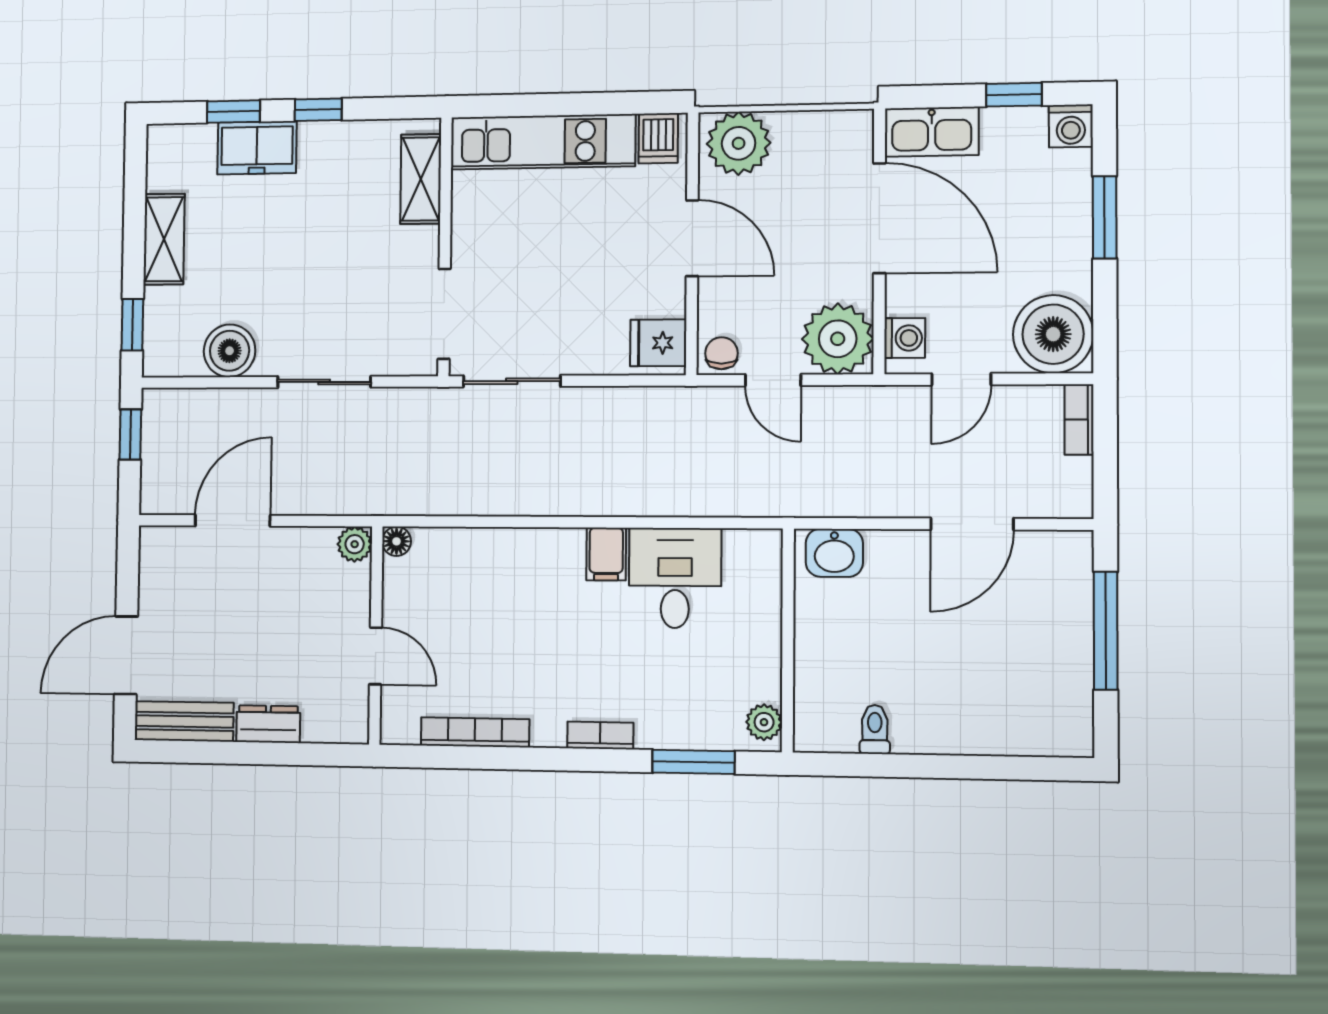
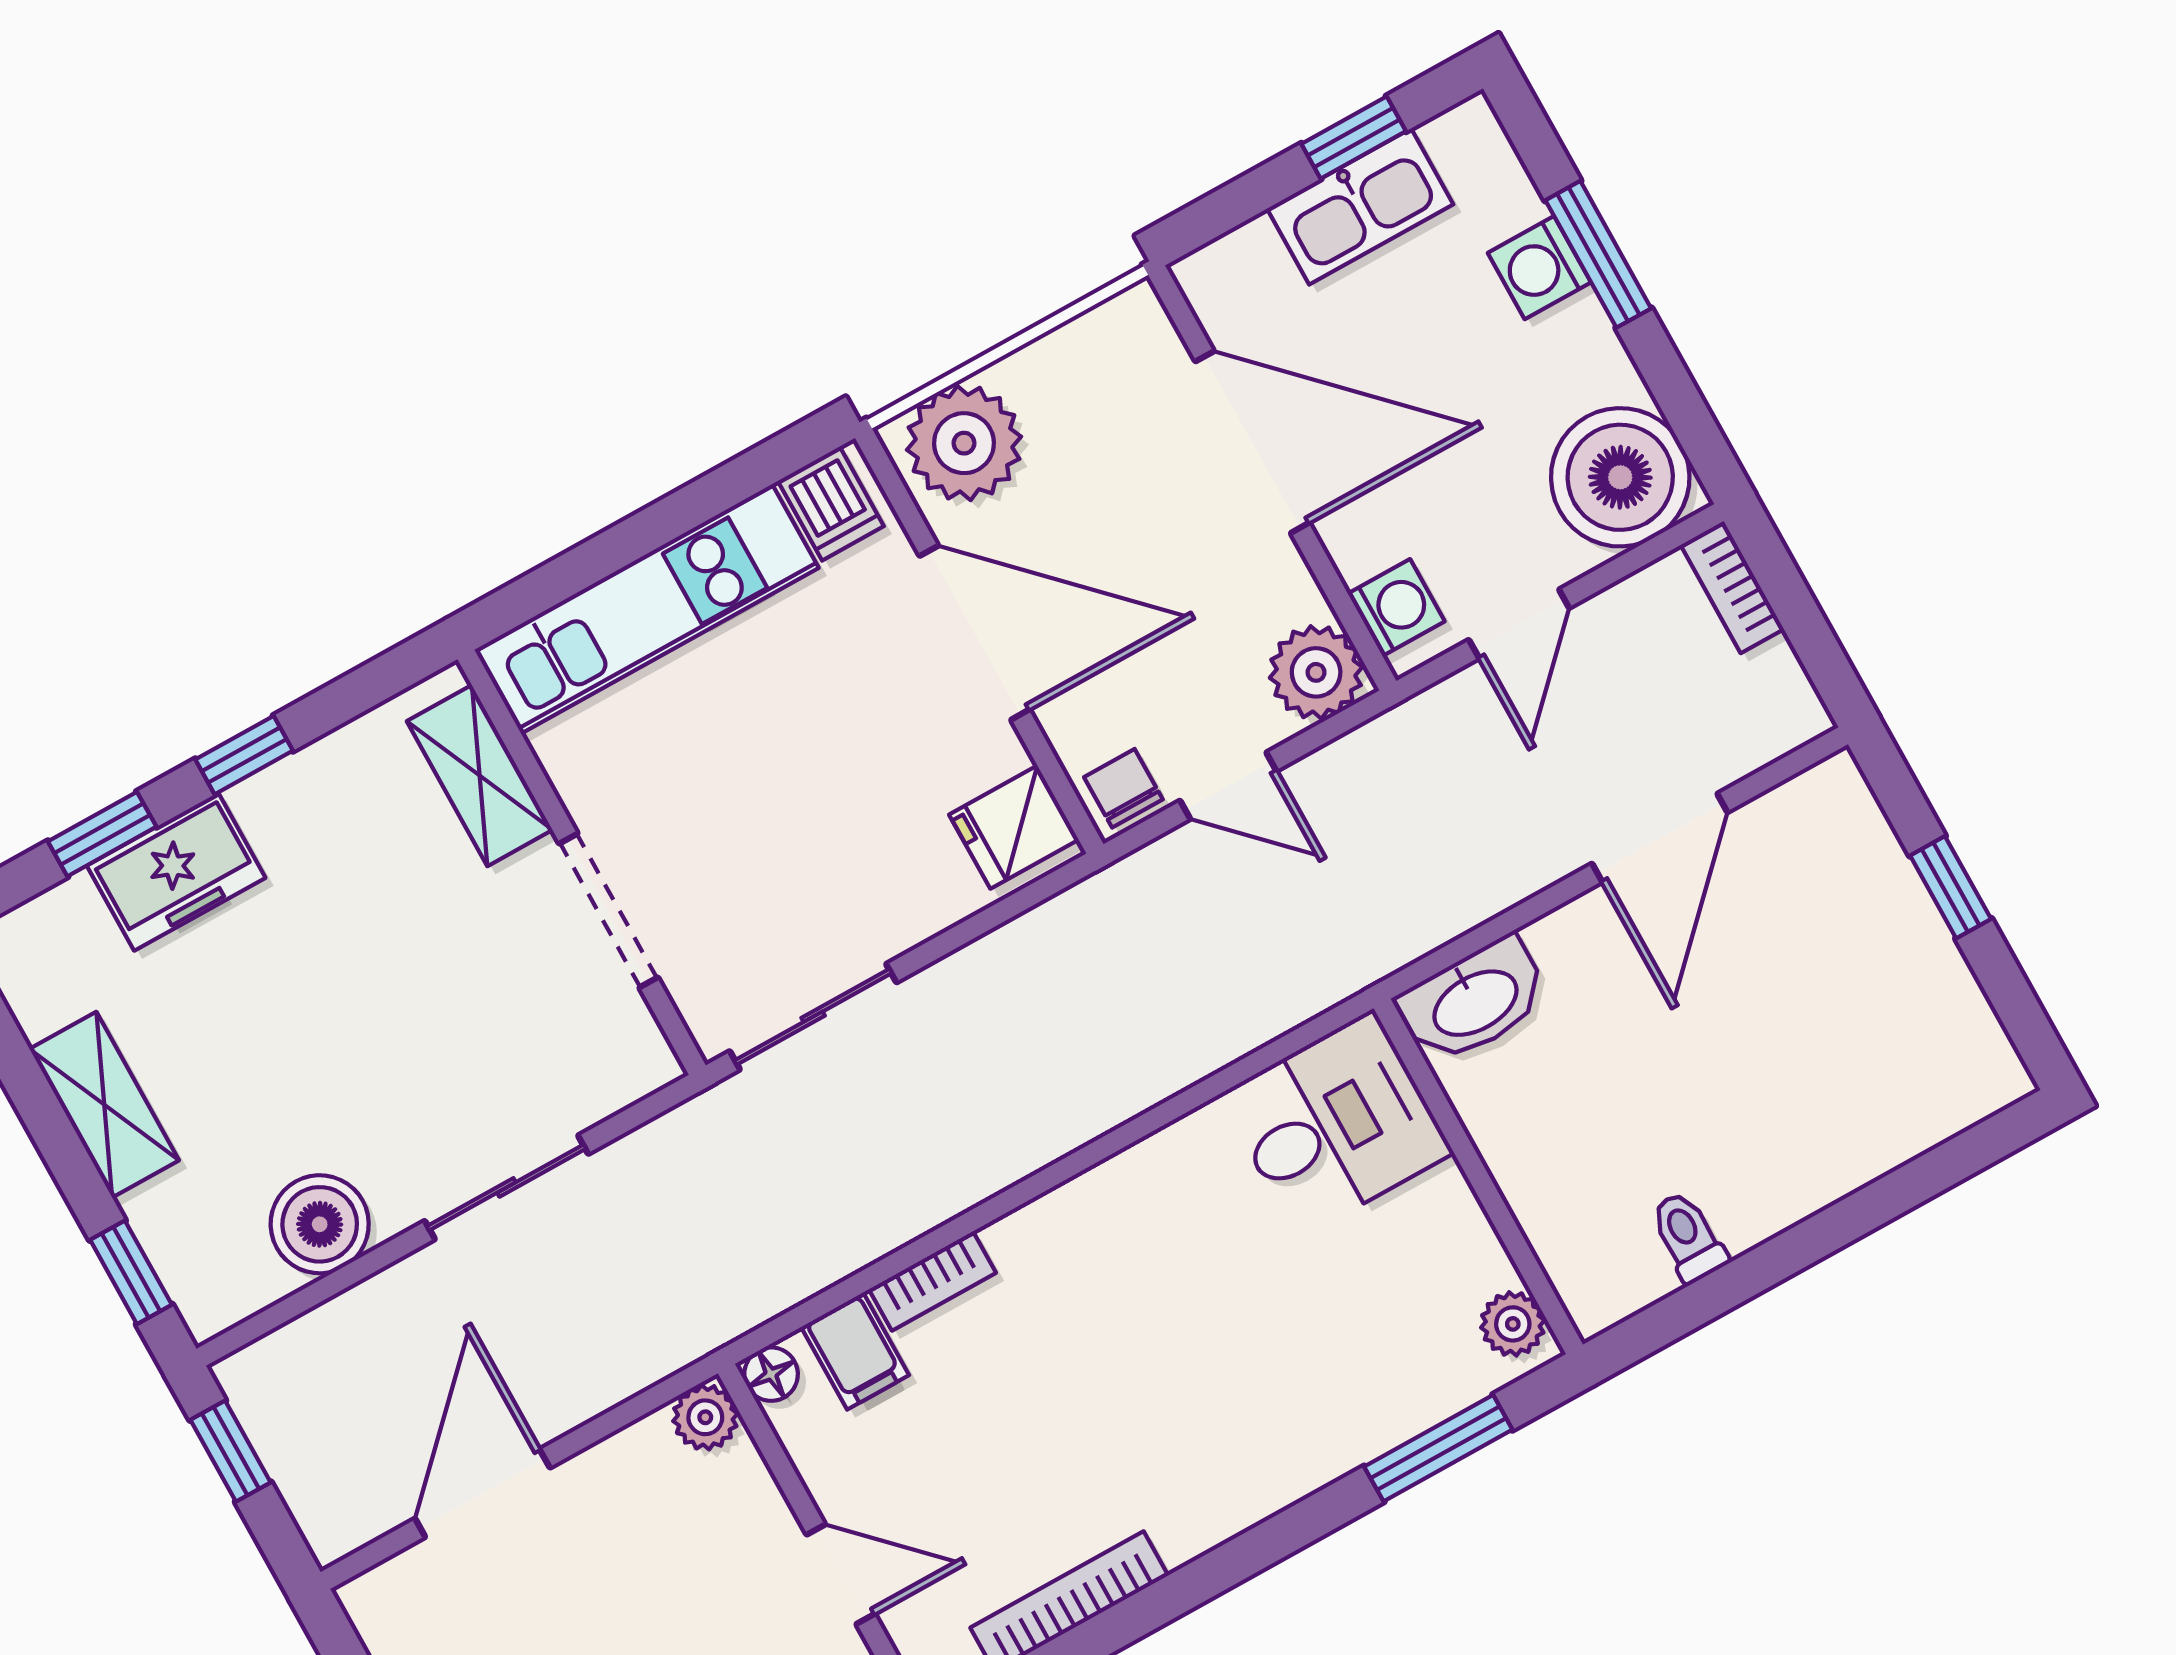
washing machine: (1071, 126) -> (1539, 268), moved, turned 90
kitchen sink: (932, 132) -> (1360, 207), moved
door: (692, 238) -> (975, 633), width x1.36
doorway: (444, 314) -> (608, 910), moved
plant: (838, 339) -> (1316, 672), width x0.73, depth x0.73
washbasin: (834, 553) -> (1474, 1001), width x1.38
filing cabinet: (606, 554) -> (855, 1351), moved
desk: (675, 578) -> (1336, 1124), moved, turned 90
window: (1106, 631) -> (1951, 887), width x0.46
bookcase: (600, 735) -> (932, 1281), moved, turned 180

